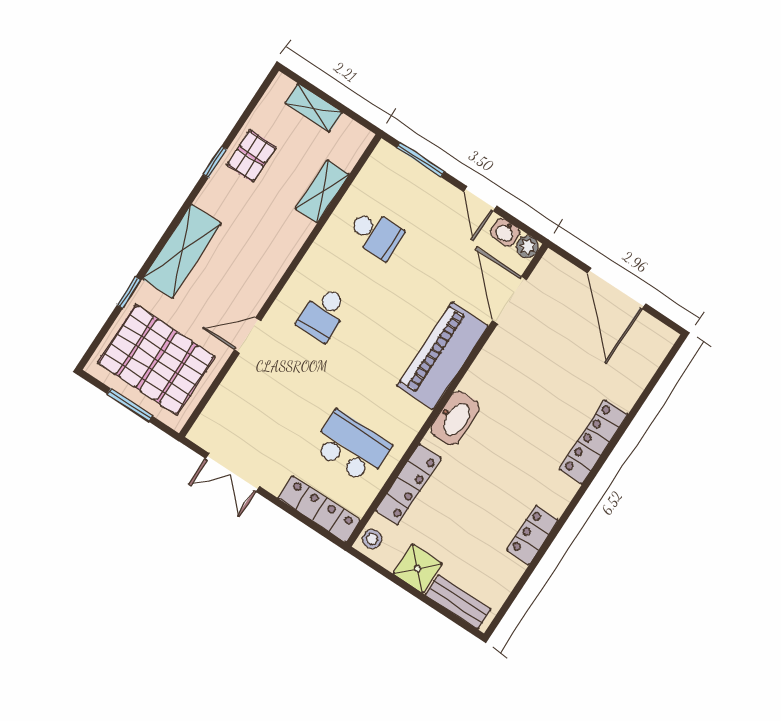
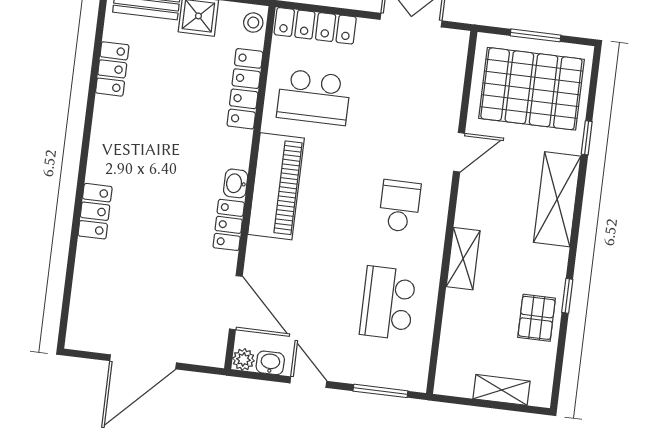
shelving: (322, 191) -> (463, 259), moved
school desk: (376, 234) -> (388, 303), width x1.85
door: (617, 288) -> (143, 362), swing flipped
piano: (443, 356) -> (276, 186), moved
locker: (482, 372) -> (229, 225), added
washbasin: (455, 418) -> (236, 183), width x0.52, depth x0.69
locker: (593, 442) -> (95, 211), width x0.66
locker: (532, 535) -> (112, 69), moved

